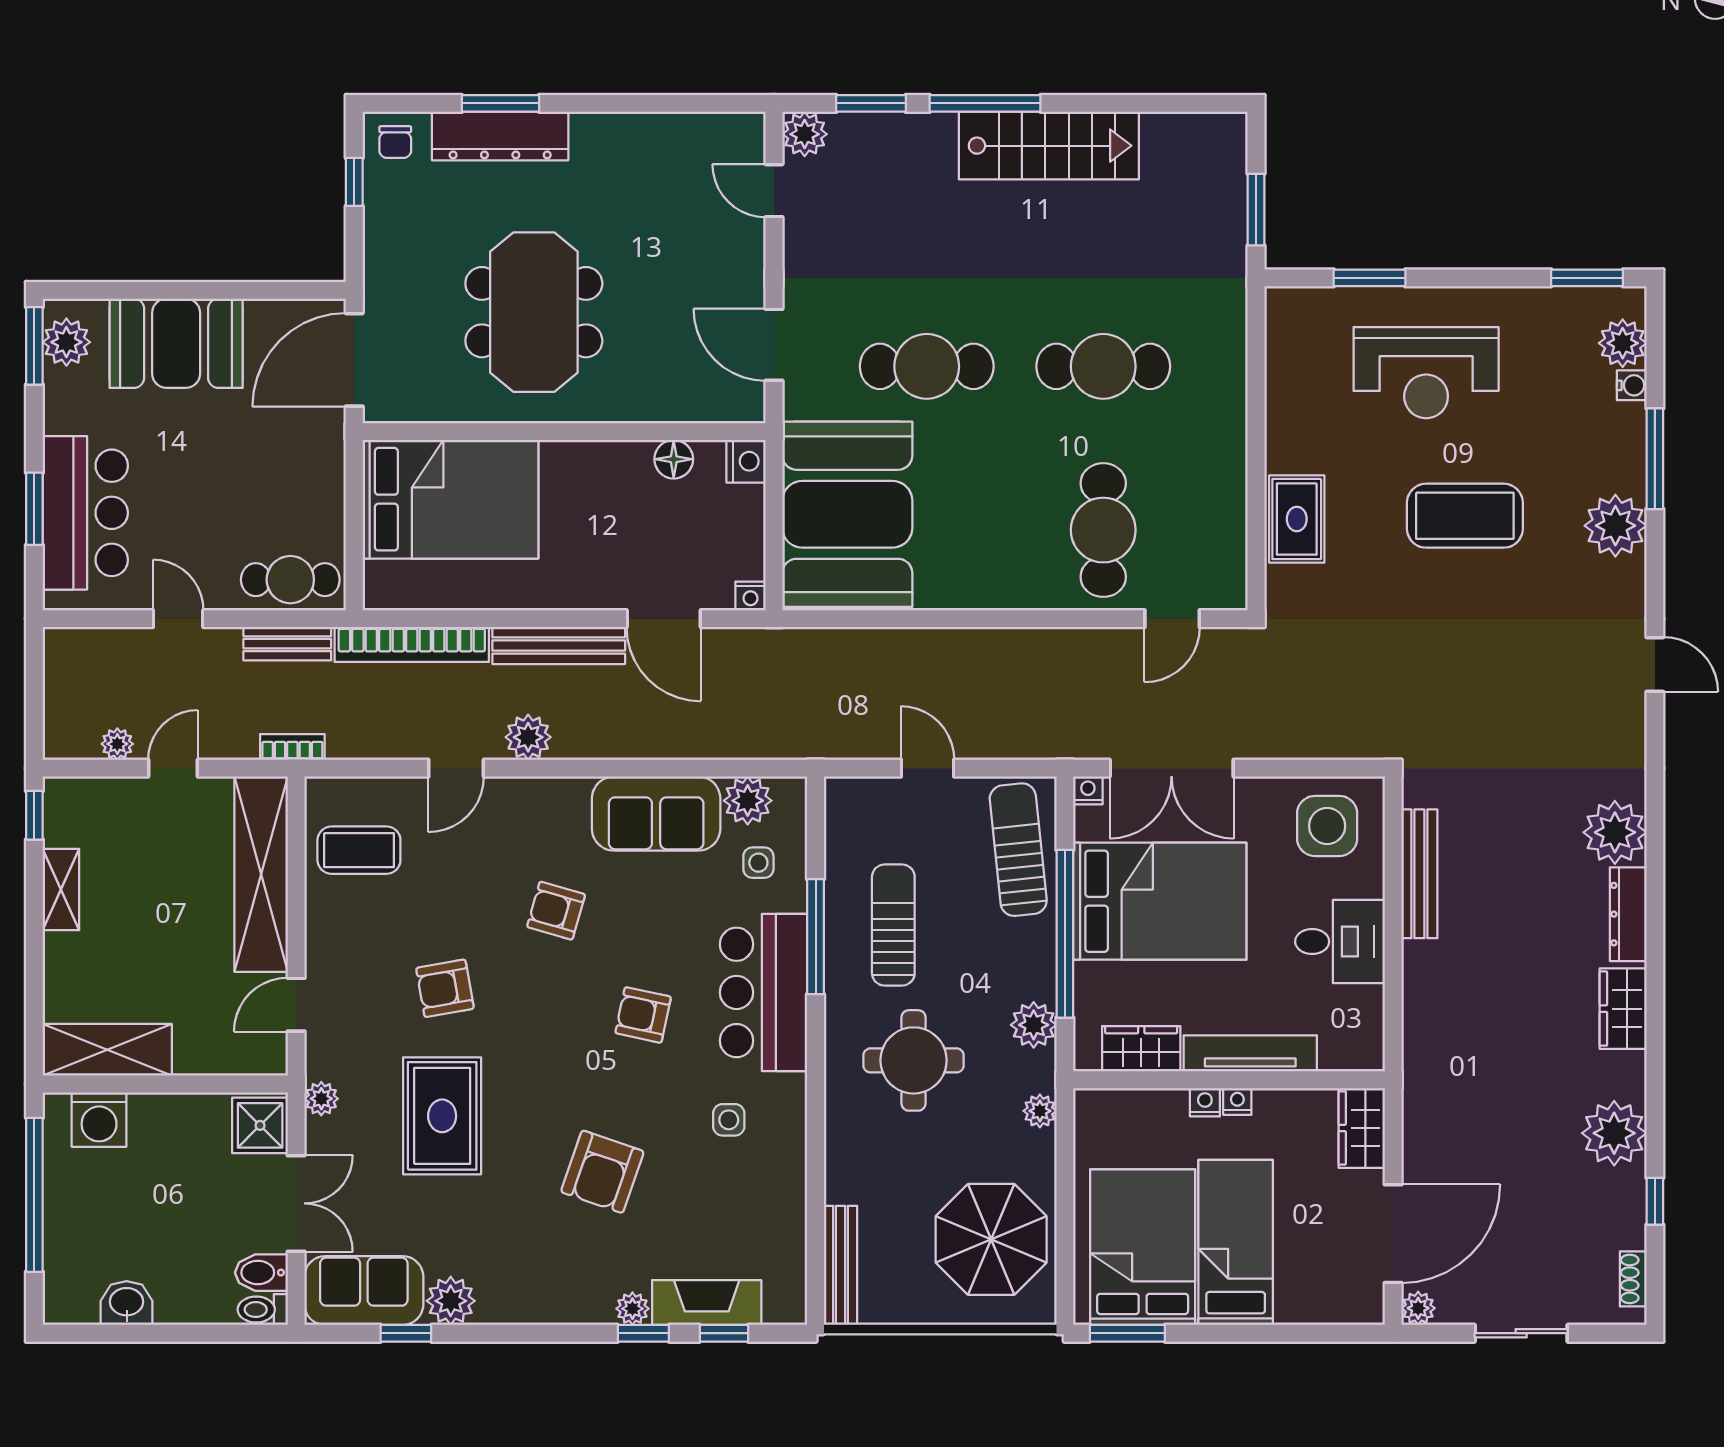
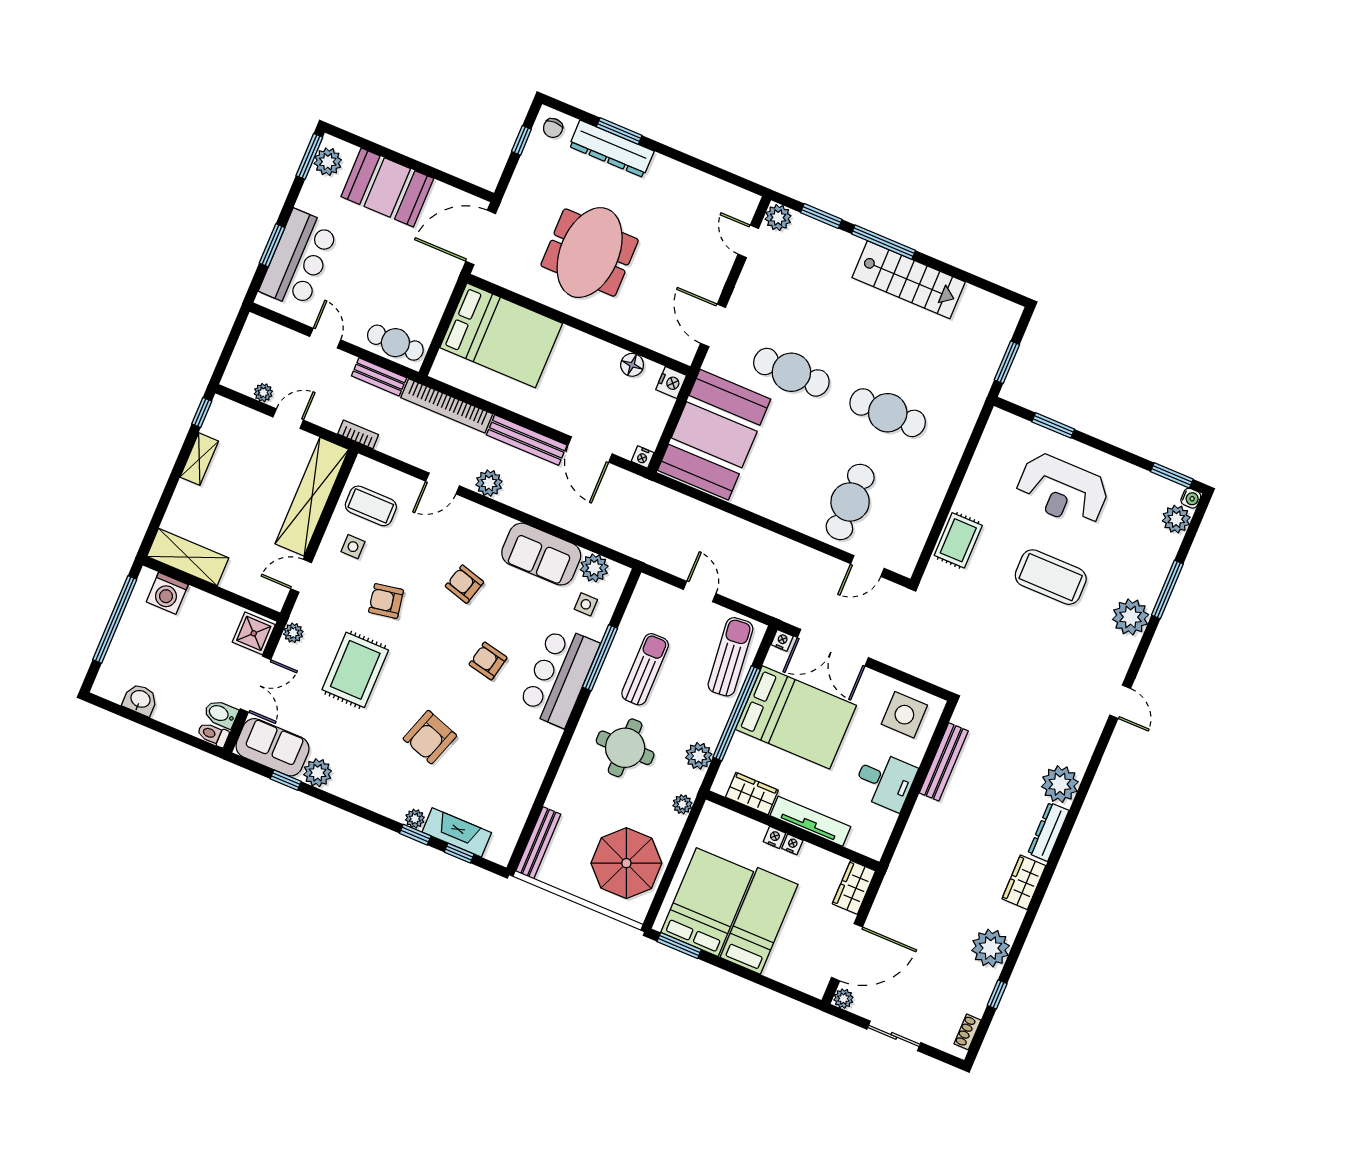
water cooler: (1632, 385) -> (1191, 498), moved
side table: (729, 1120) -> (353, 547), moved

